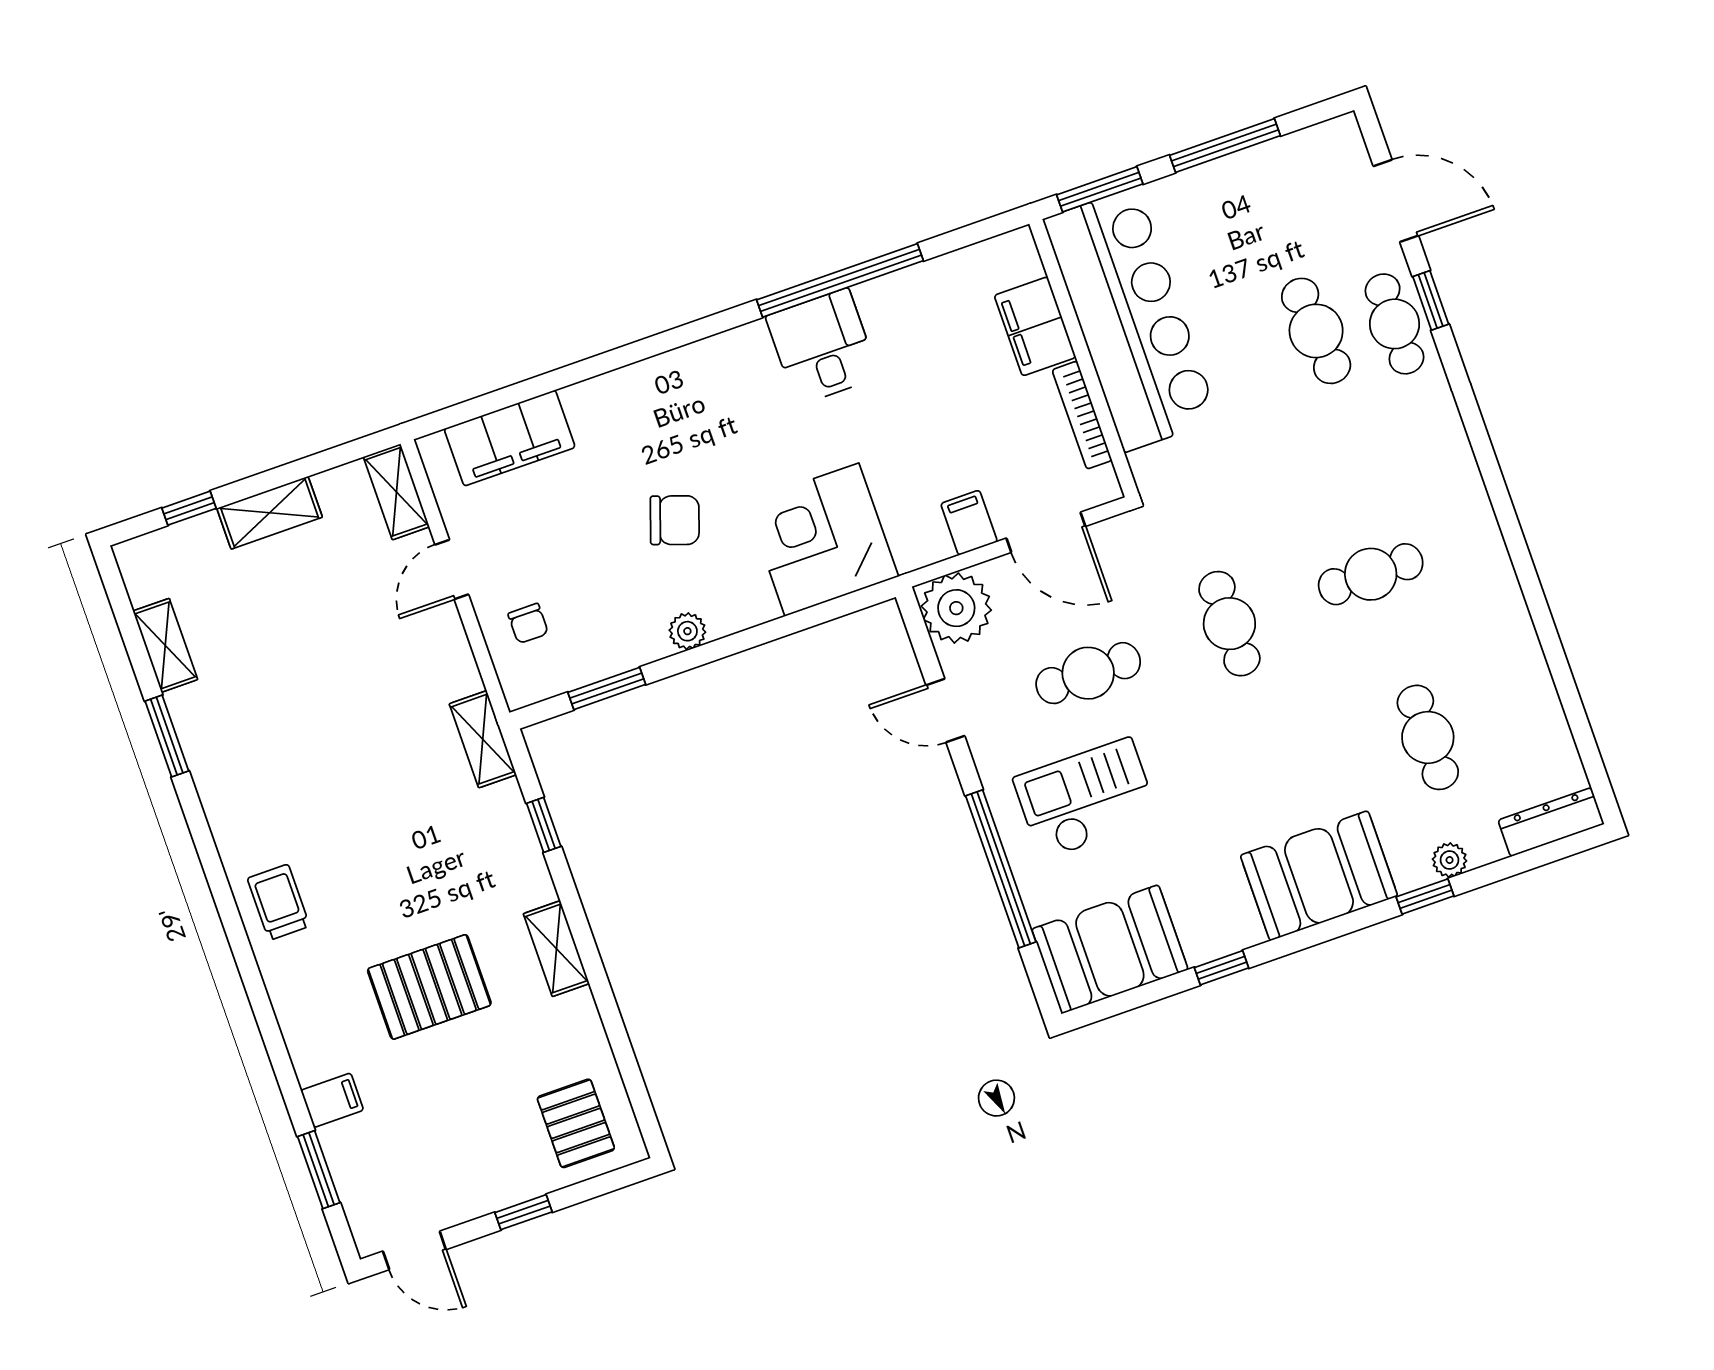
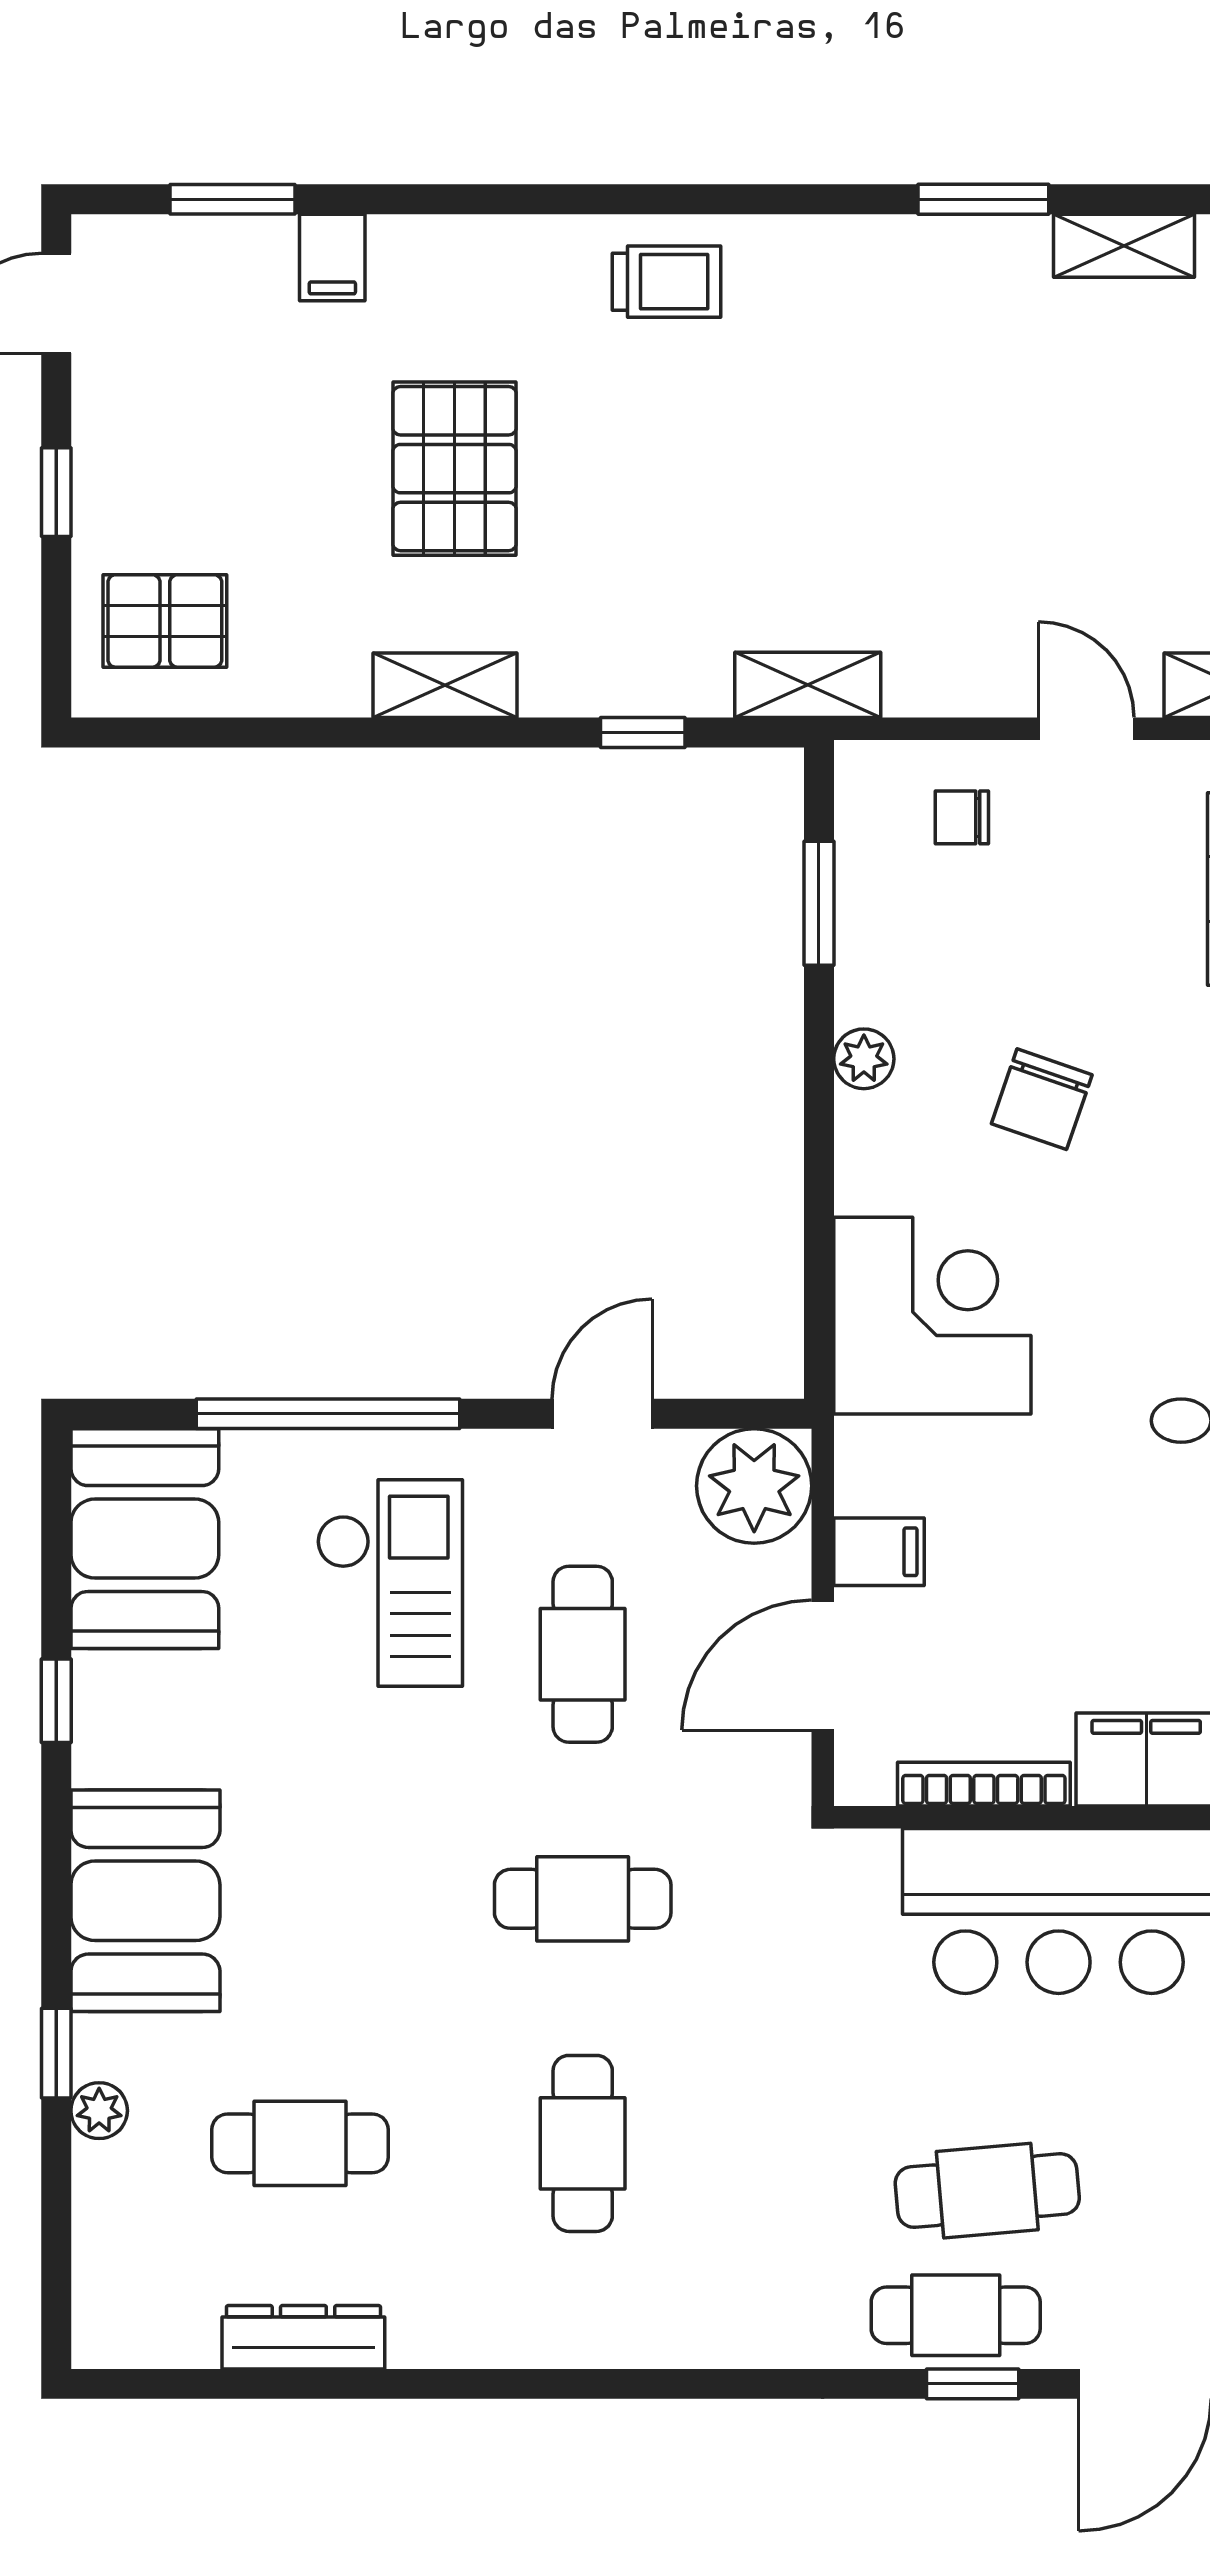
dresser: (1551, 822) -> (303, 2337), moved, turned -90

